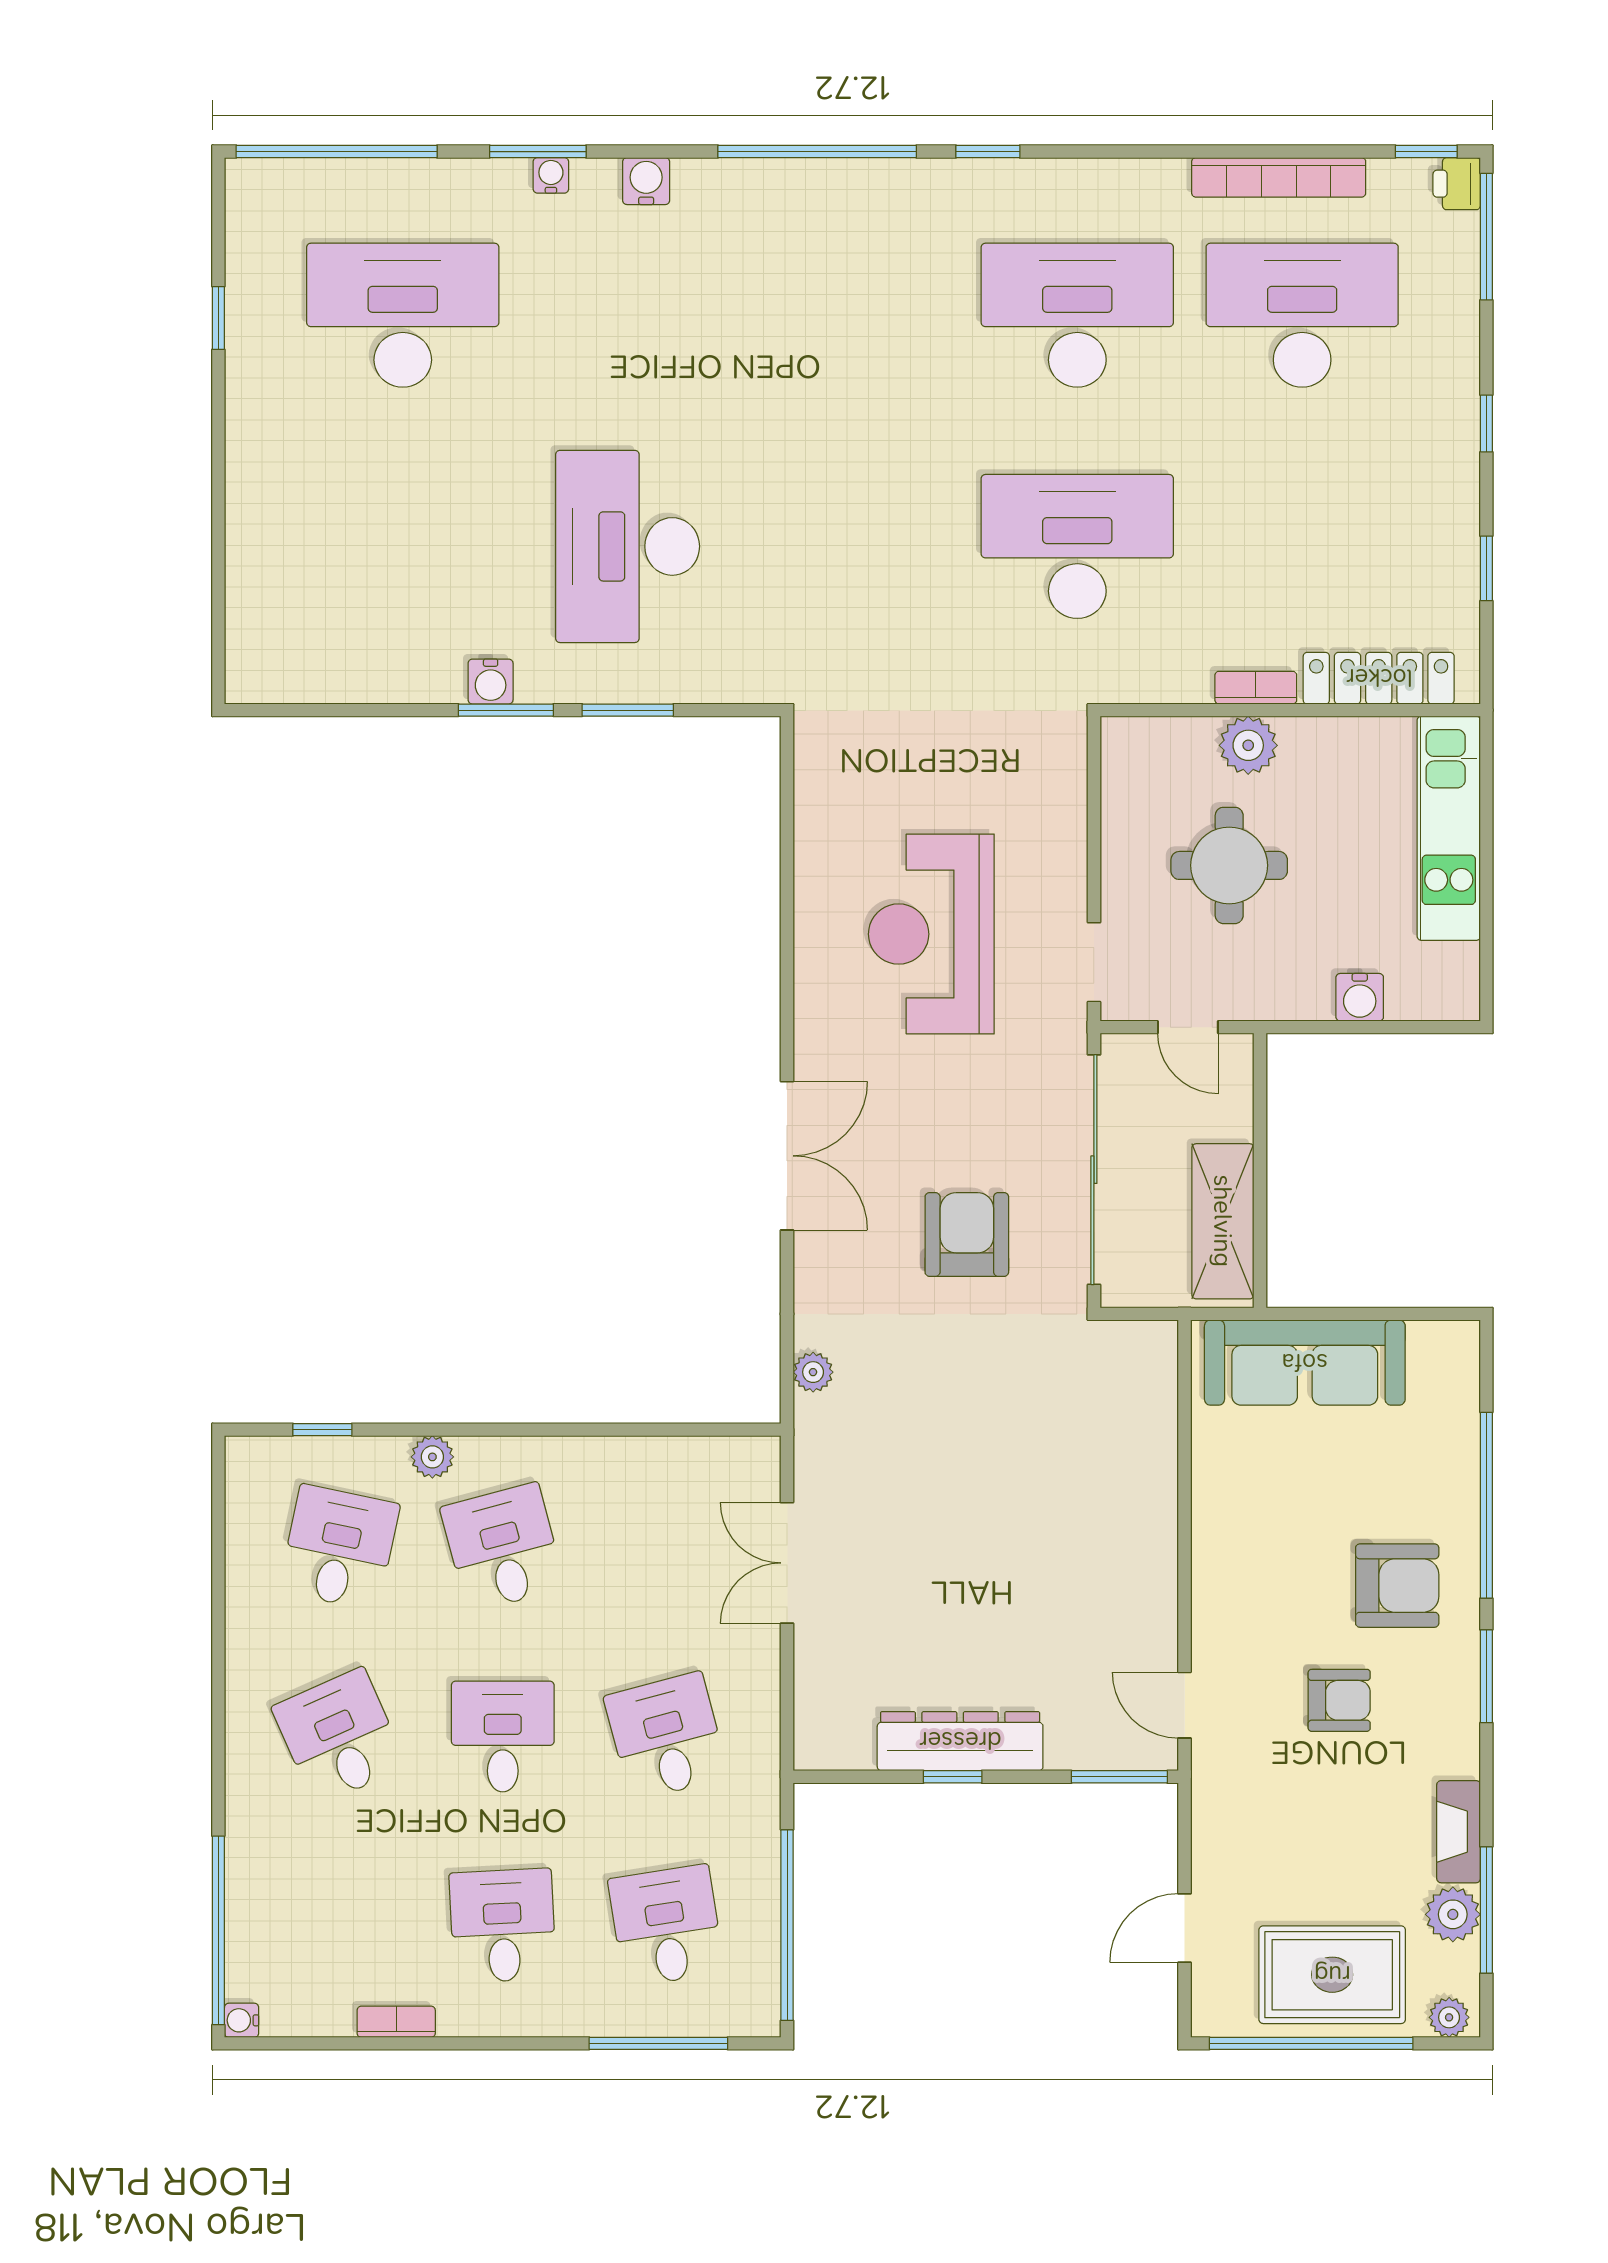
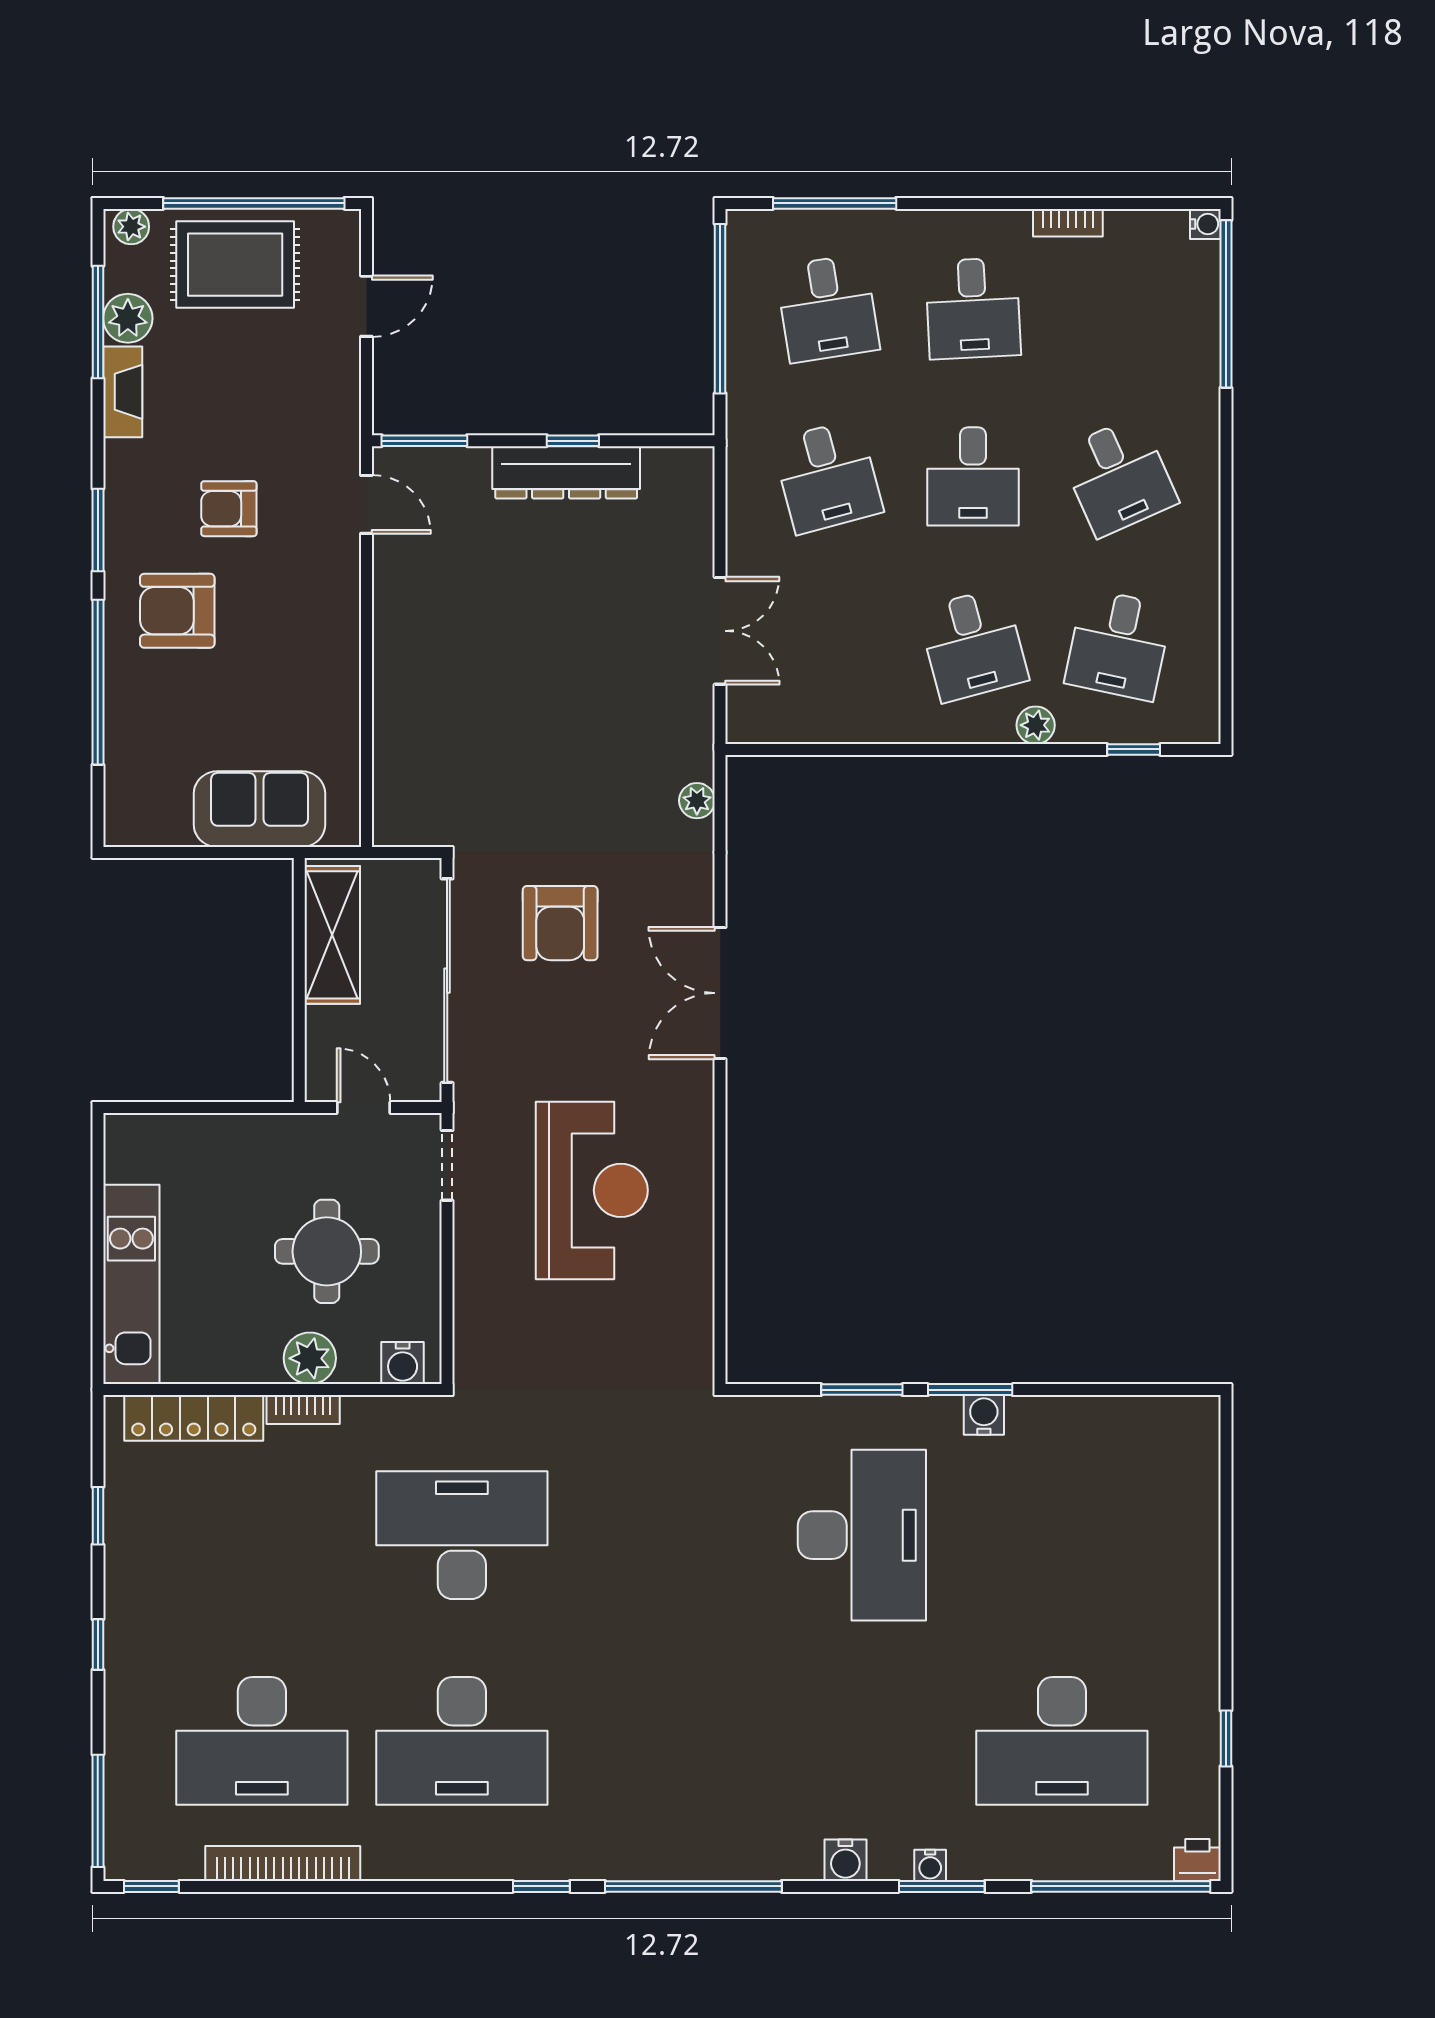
printer: (1457, 184) -> (1197, 1860), moved, turned -90
desk: (1077, 546) -> (462, 1535), turned 180
water cooler: (1360, 997) -> (403, 1363), moved, turned 180
sofa: (1305, 1363) -> (259, 809), width x0.73

